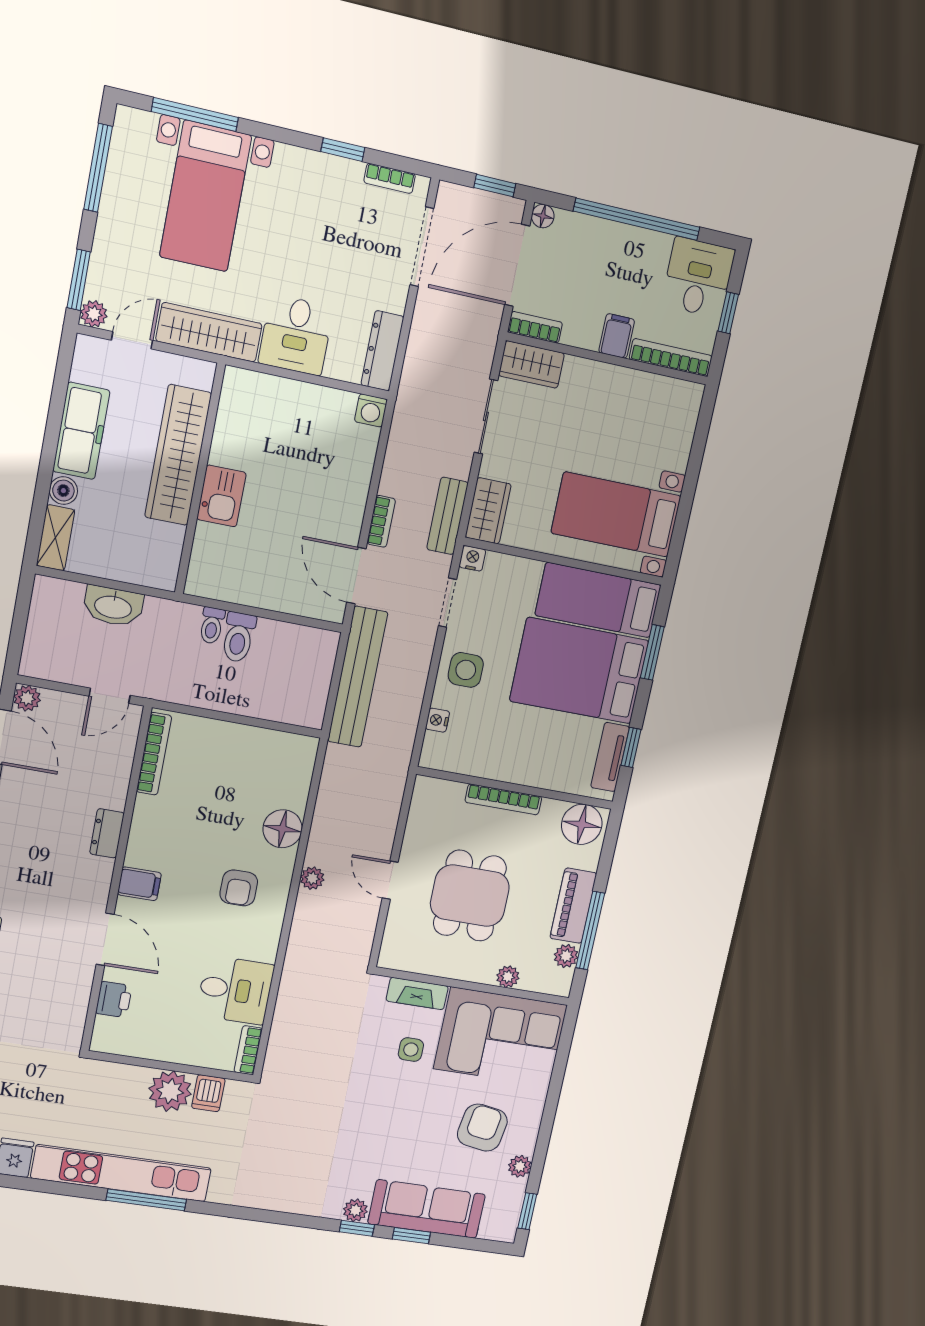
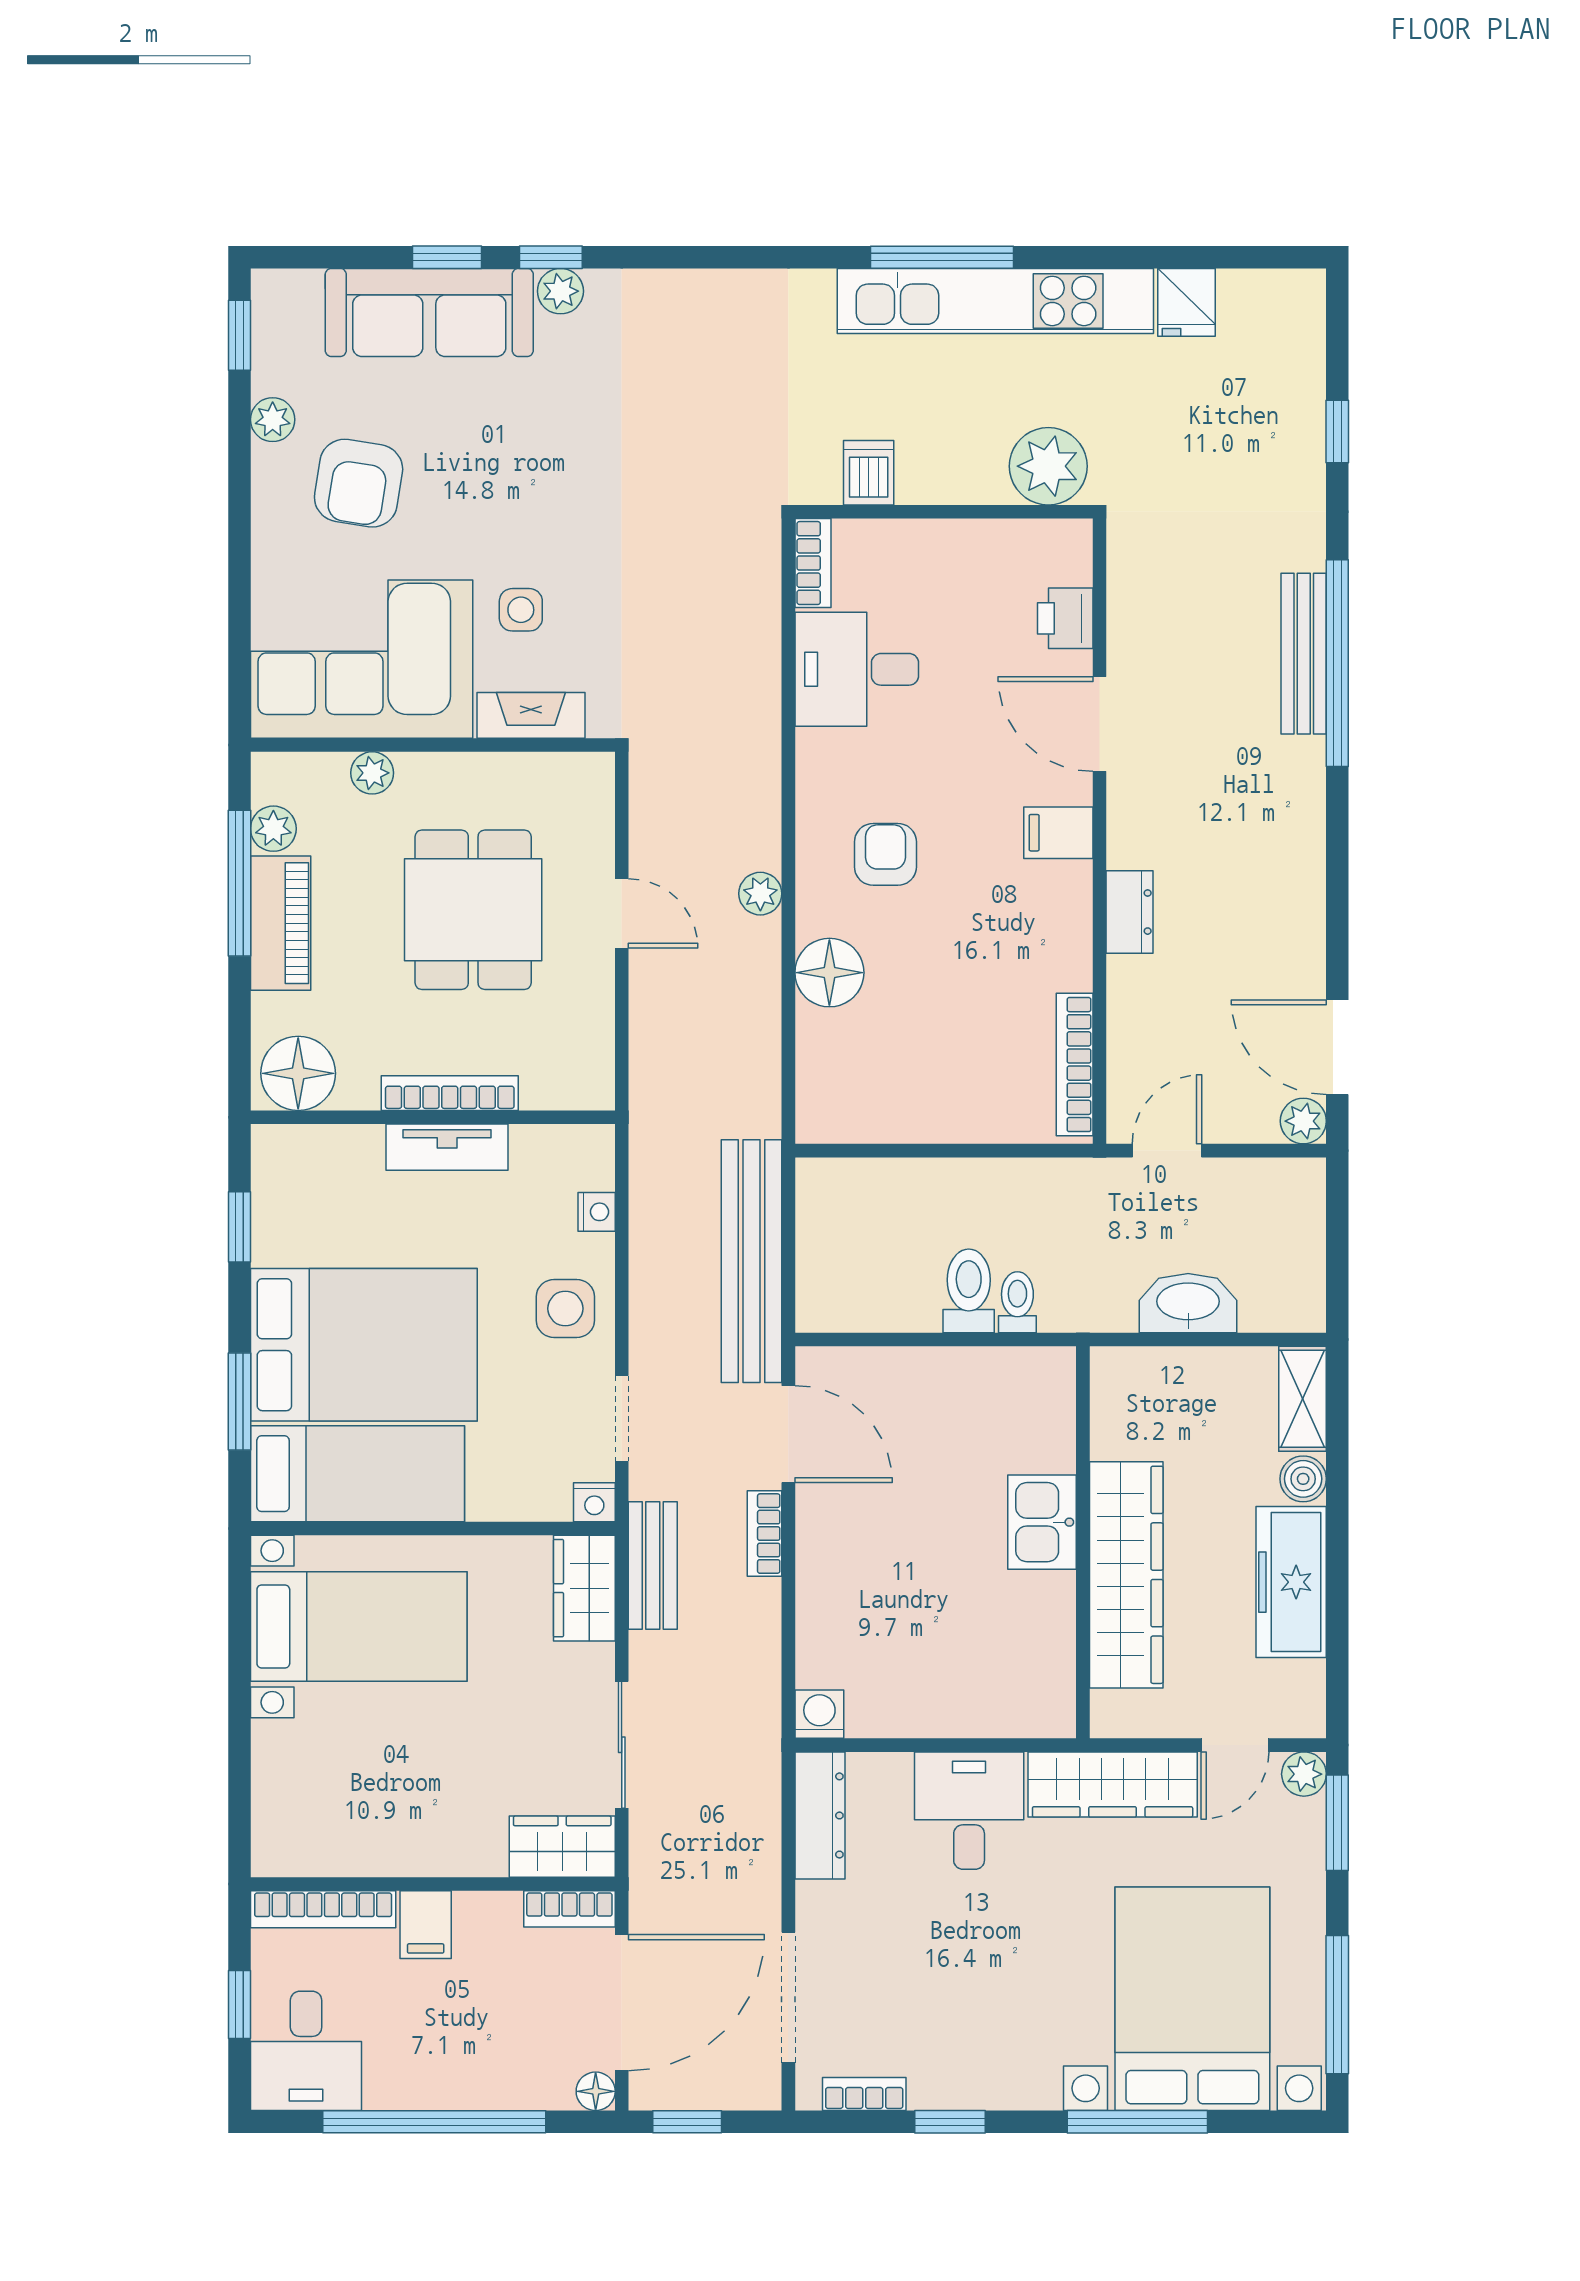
window: (195, 114) -> (1137, 2122), moved
bed with nightstands: (206, 196) -> (1192, 1999), width x1.36
tv unit: (610, 757) -> (447, 1147), moved, turned 90
plant: (170, 1091) -> (1048, 466), moved

